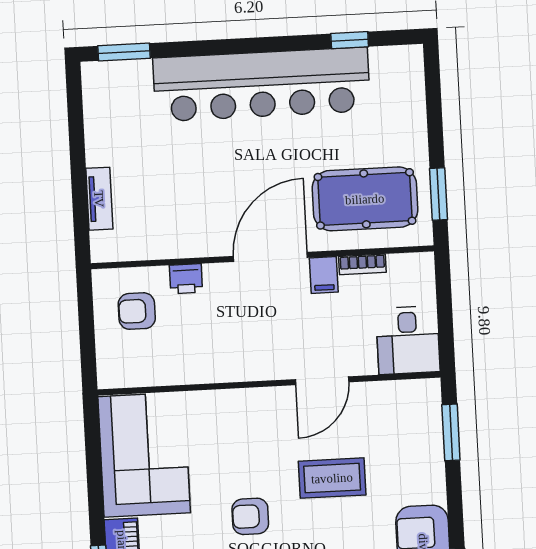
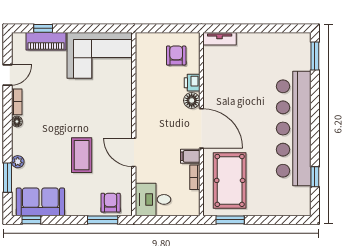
tv unit: (99, 199) -> (220, 39), moved
floor lamp: (219, 278) -> (192, 100), added
armchair: (250, 516) -> (111, 203), moved

